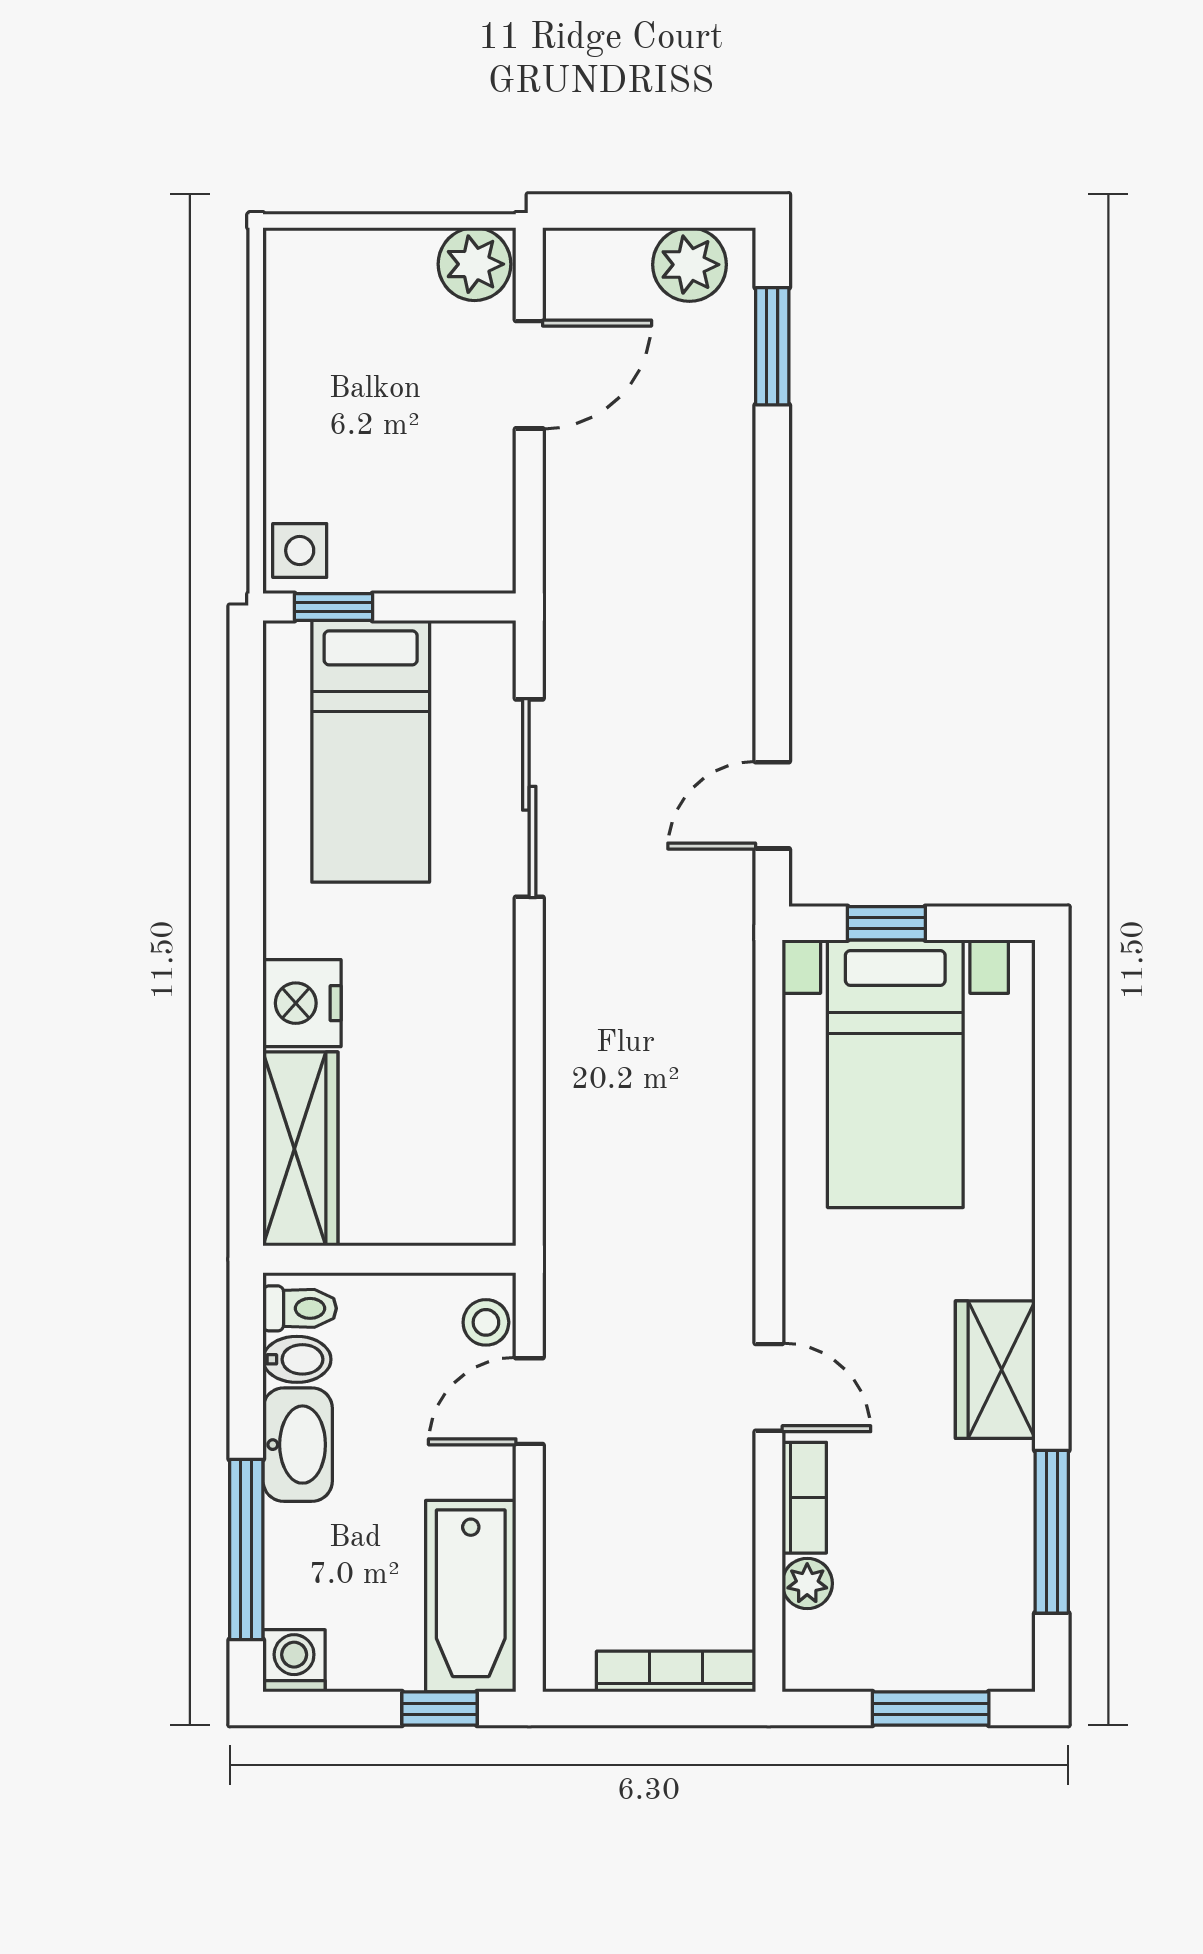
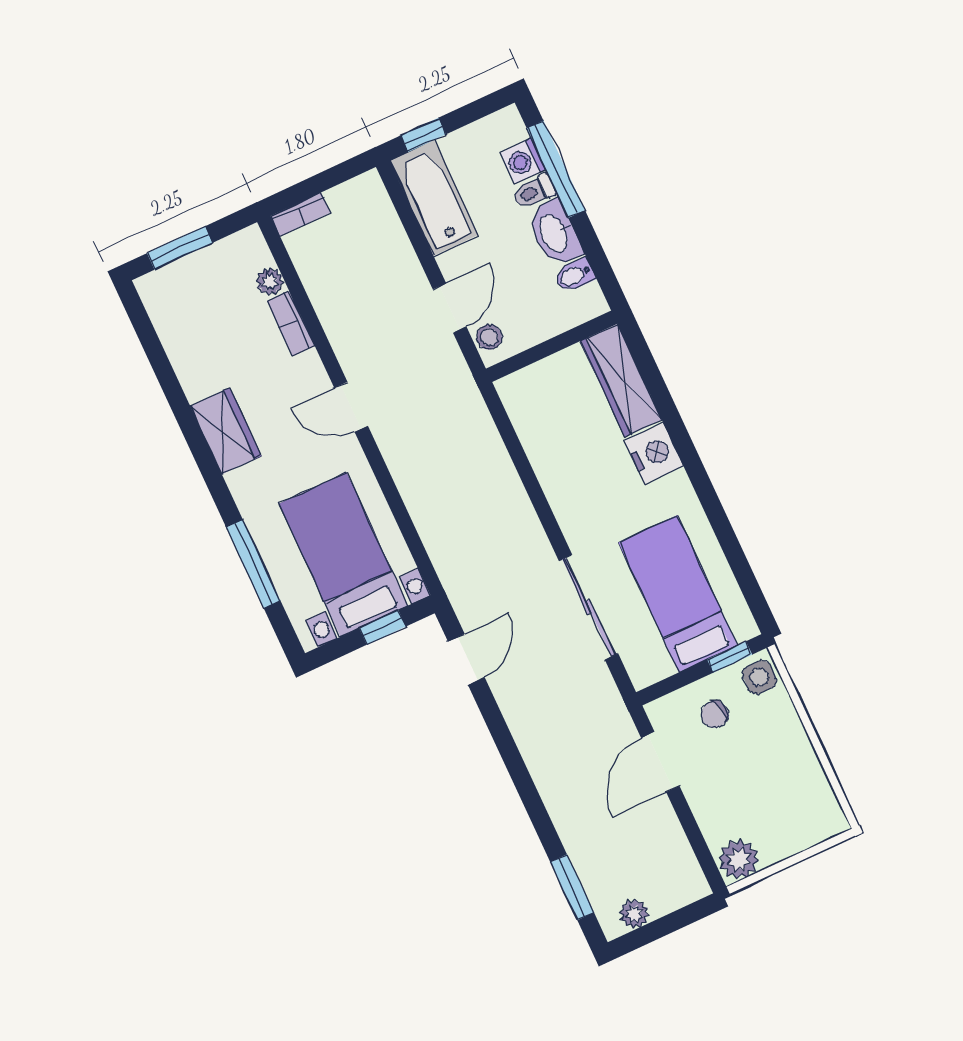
plant: (689, 265) -> (634, 914), width x0.73, depth x0.73
door: (529, 375) -> (660, 762), moved
chair: (403, 523) -> (715, 714), added
toilet: (300, 1308) -> (534, 192), moved
door: (769, 1387) -> (351, 407), moved
window: (1052, 1532) -> (253, 564), moved
washing machine: (294, 1661) -> (523, 161), moved, turned 90
bookcase: (676, 1672) -> (300, 214), width x0.64

